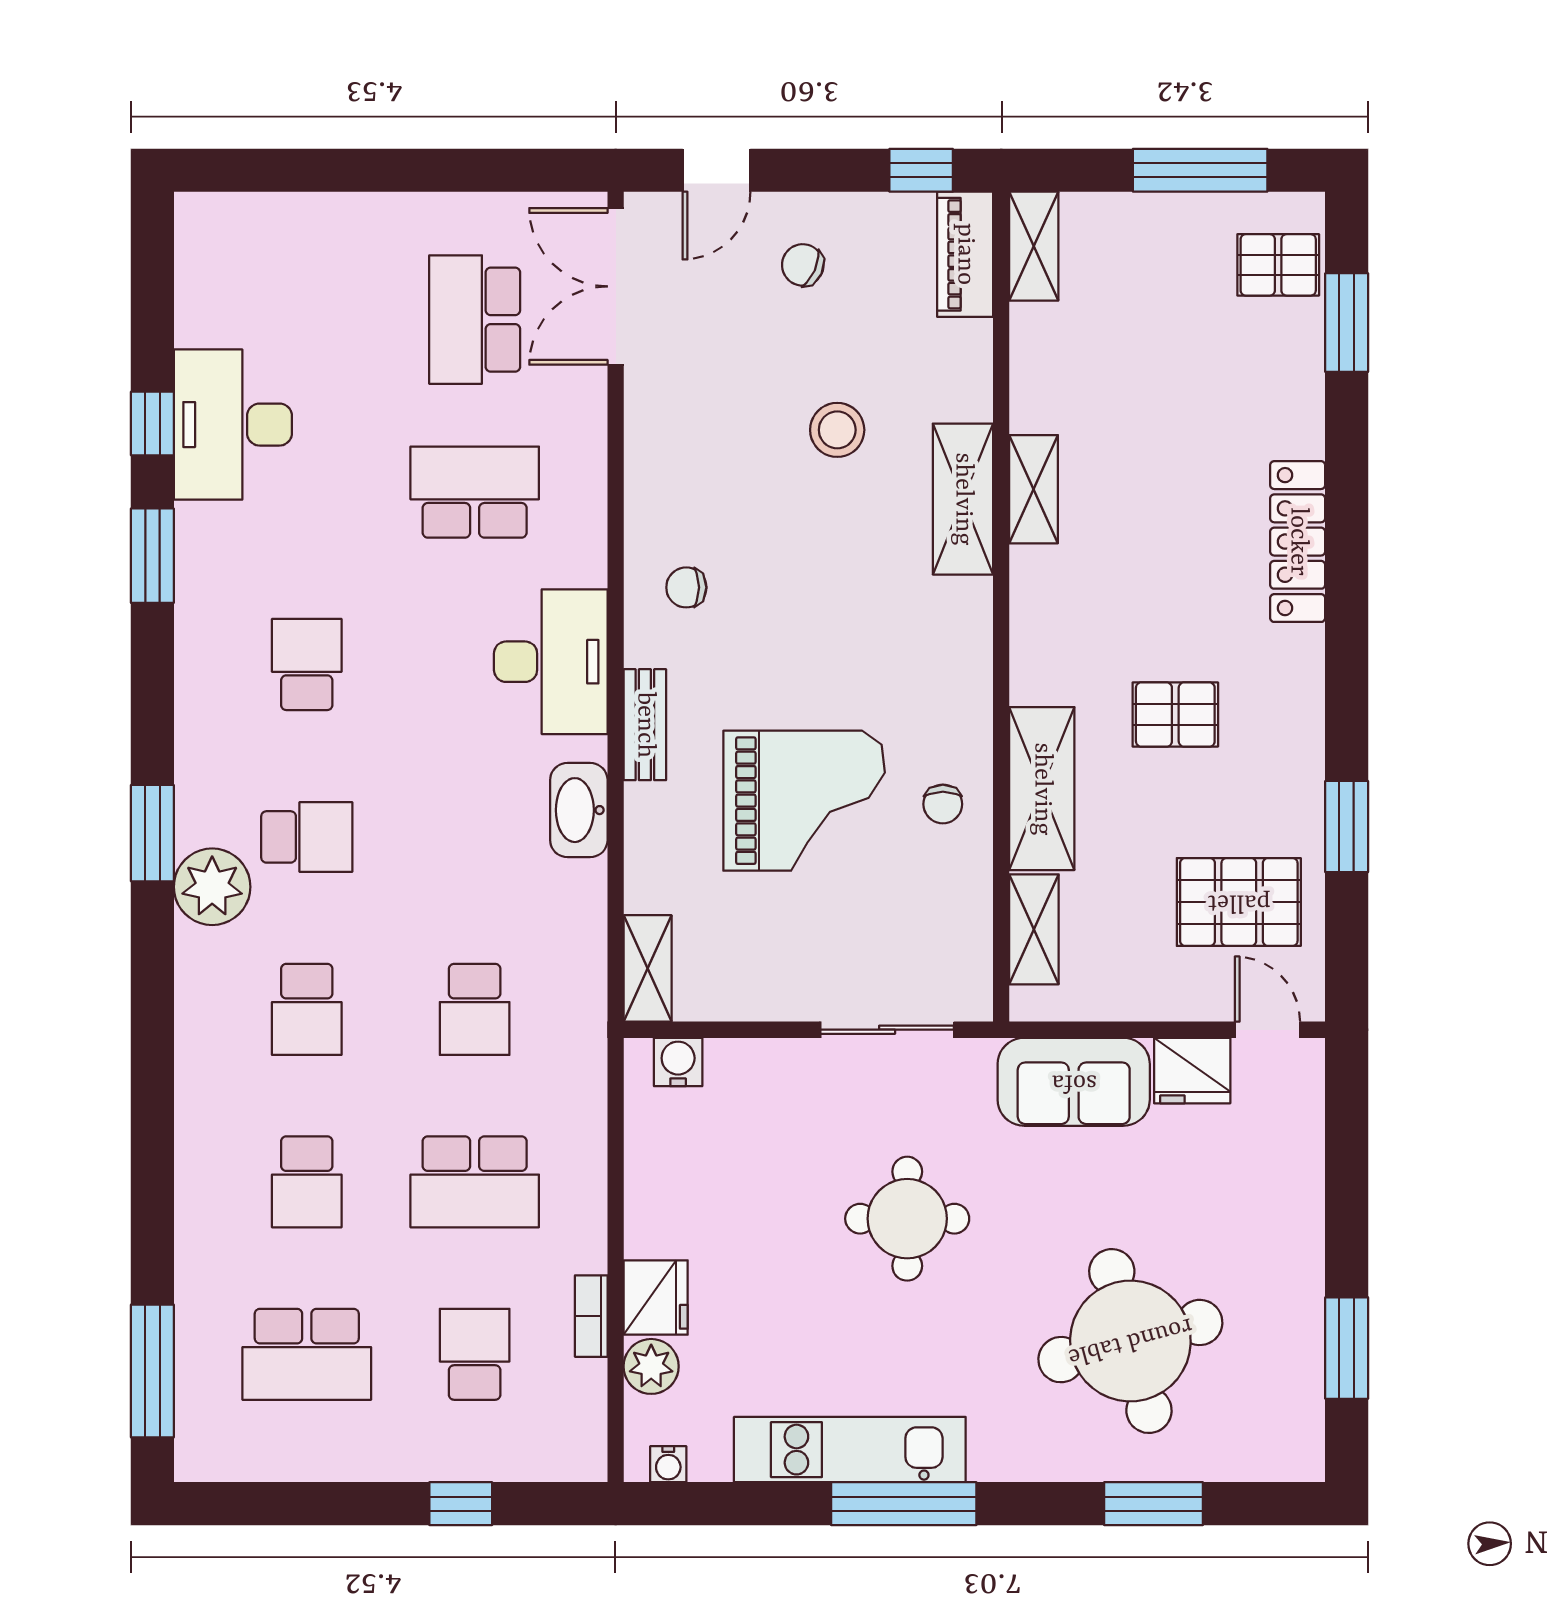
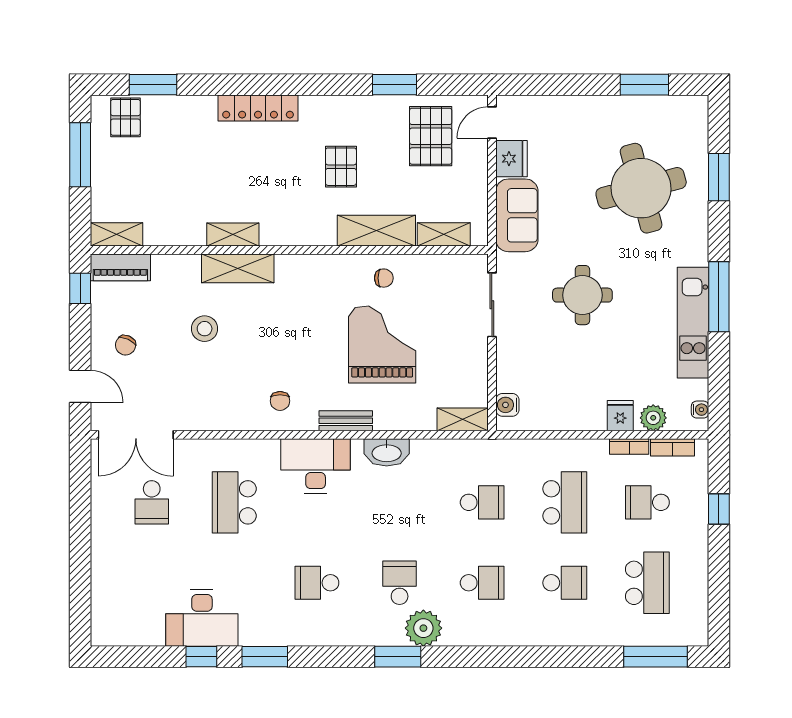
school desk: (475, 320) -> (152, 502), width x0.54
fridge: (656, 1297) -> (620, 416), width x0.72
bookcase: (589, 1407) -> (673, 447), added

